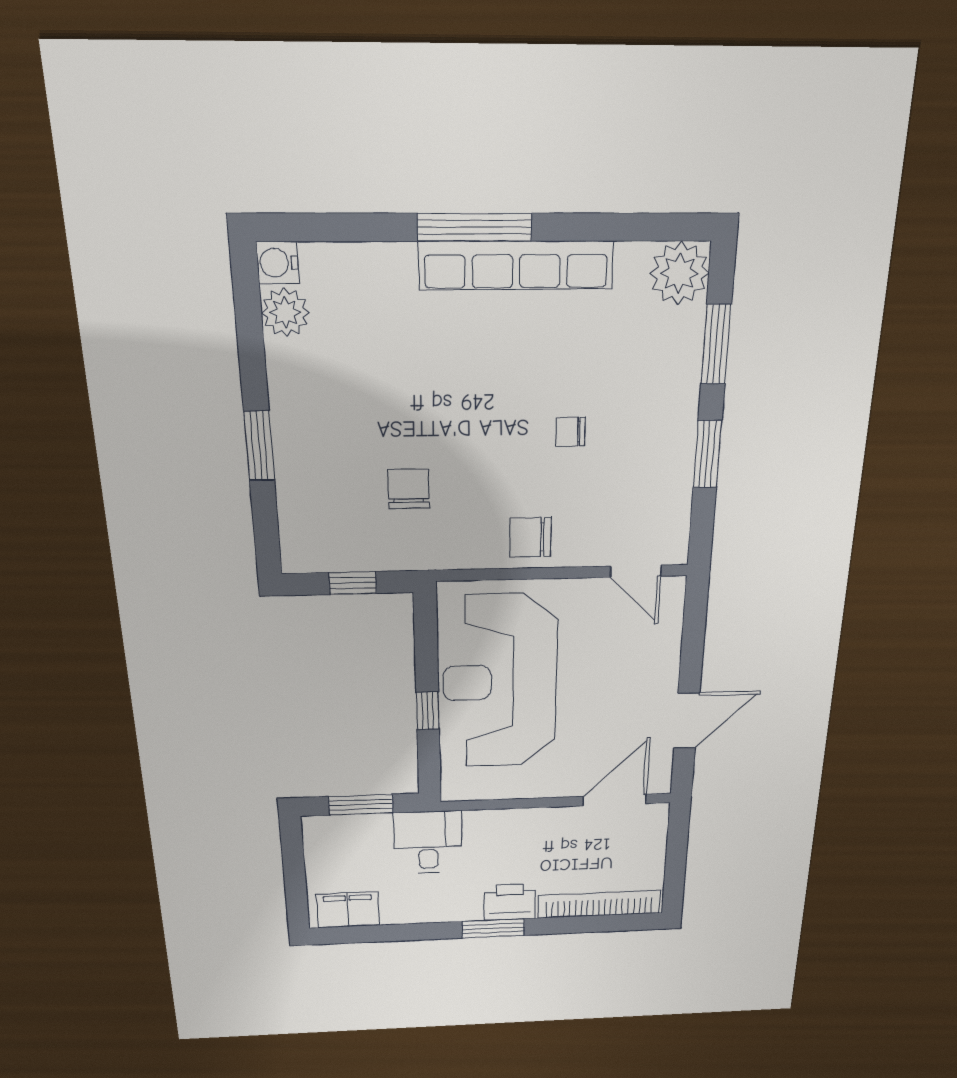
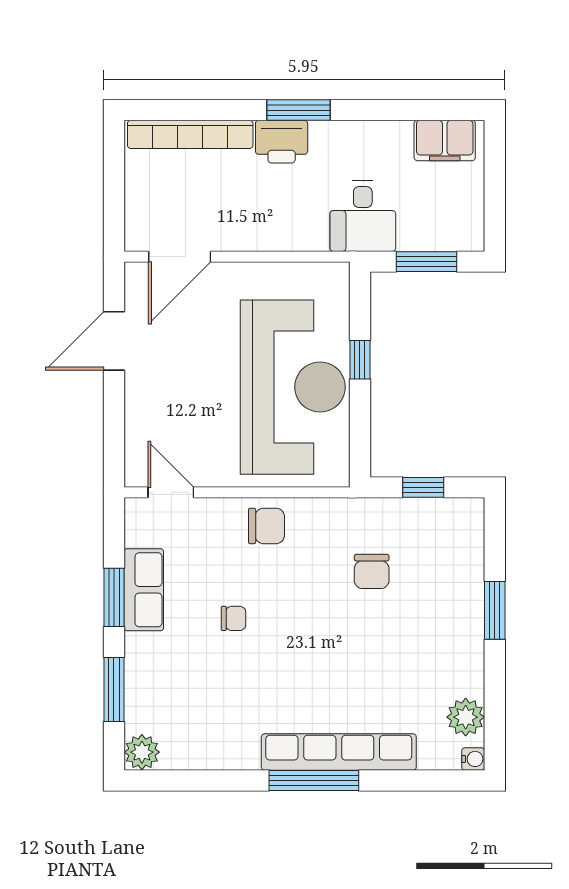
water cooler: (278, 263) -> (473, 759), width x0.72, depth x0.72
row of seats: (516, 265) -> (339, 752), moved
plant: (680, 273) -> (142, 752), width x0.73, depth x0.73
row of seats: (673, 464) -> (144, 590), added

